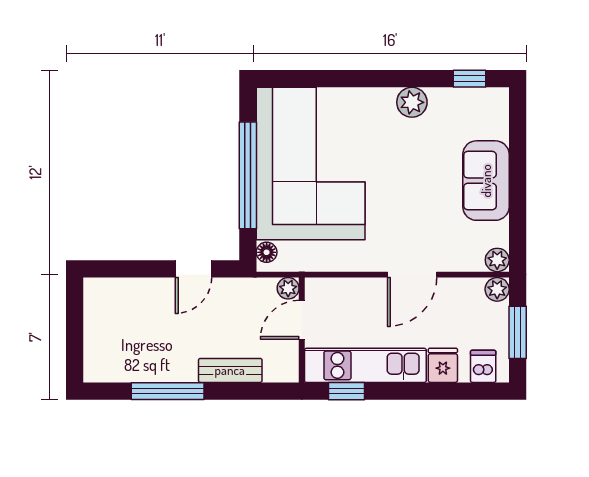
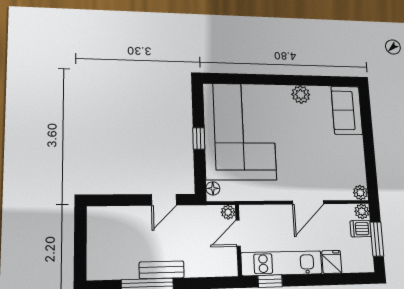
window: (470, 79) -> (335, 81), removed
window: (248, 175) -> (199, 138), width x0.32
sofa: (486, 181) -> (347, 110), moved
dishwasher: (483, 366) -> (361, 229), moved, turned -90
bench: (230, 370) -> (162, 270), moved

